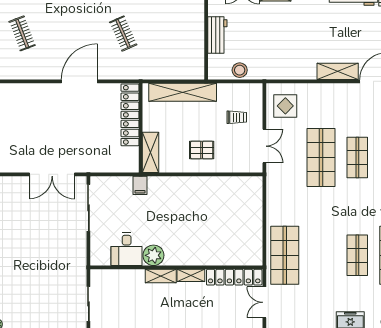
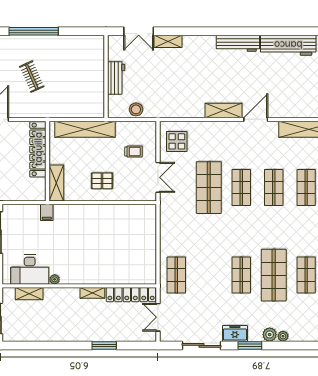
desk: (127, 249) -> (30, 270), width x1.37
plant: (153, 255) -> (55, 279), width x0.53, depth x0.53
shop shelf: (285, 255) -> (176, 275), width x0.70, depth x0.74
shelving: (161, 276) -> (29, 294), moved

